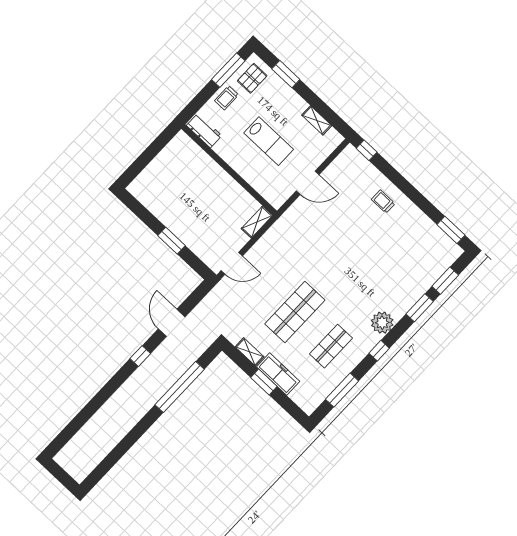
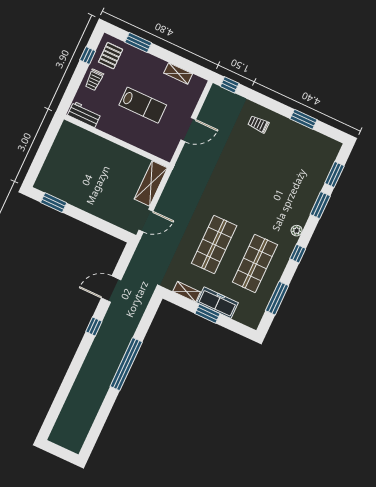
window: (228, 70) -> (88, 56), width x0.46
shelving: (257, 222) -> (151, 183), width x1.50, depth x1.33
window: (451, 230) -> (304, 119), moved
window: (172, 241) -> (54, 203), moved
door: (172, 323) -> (111, 289), hinge flipped
plant: (382, 323) -> (297, 231), width x0.53, depth x0.53
shop shelf: (331, 346) -> (255, 263), width x1.43, depth x1.36
window: (180, 387) -> (126, 364), moved

